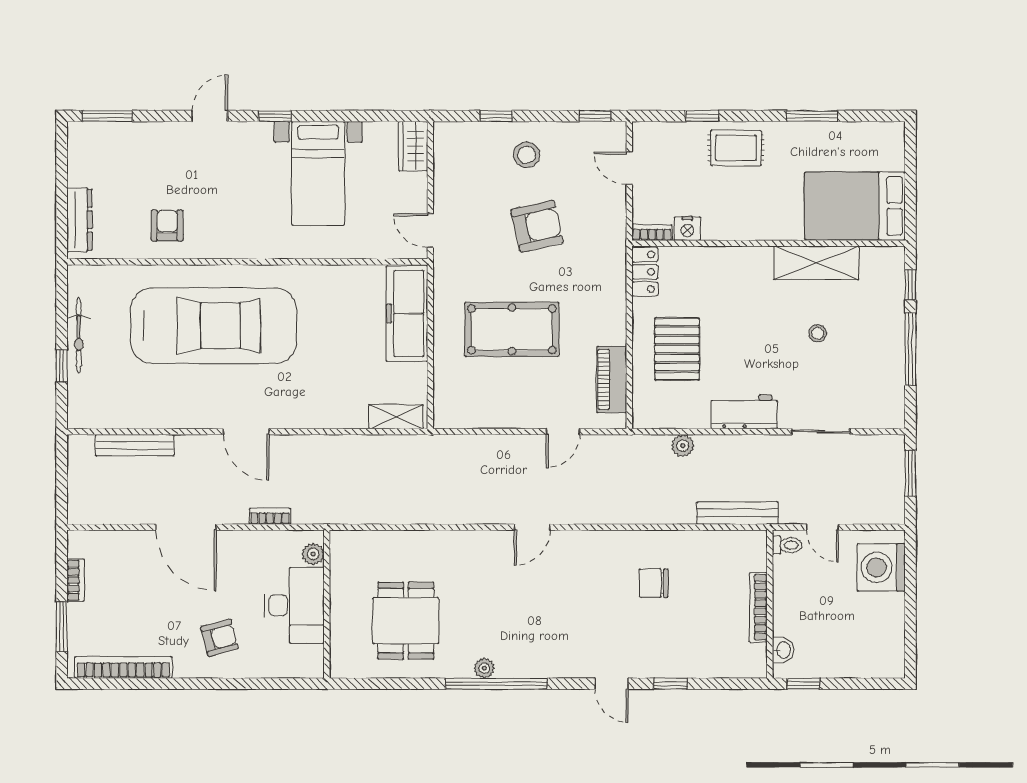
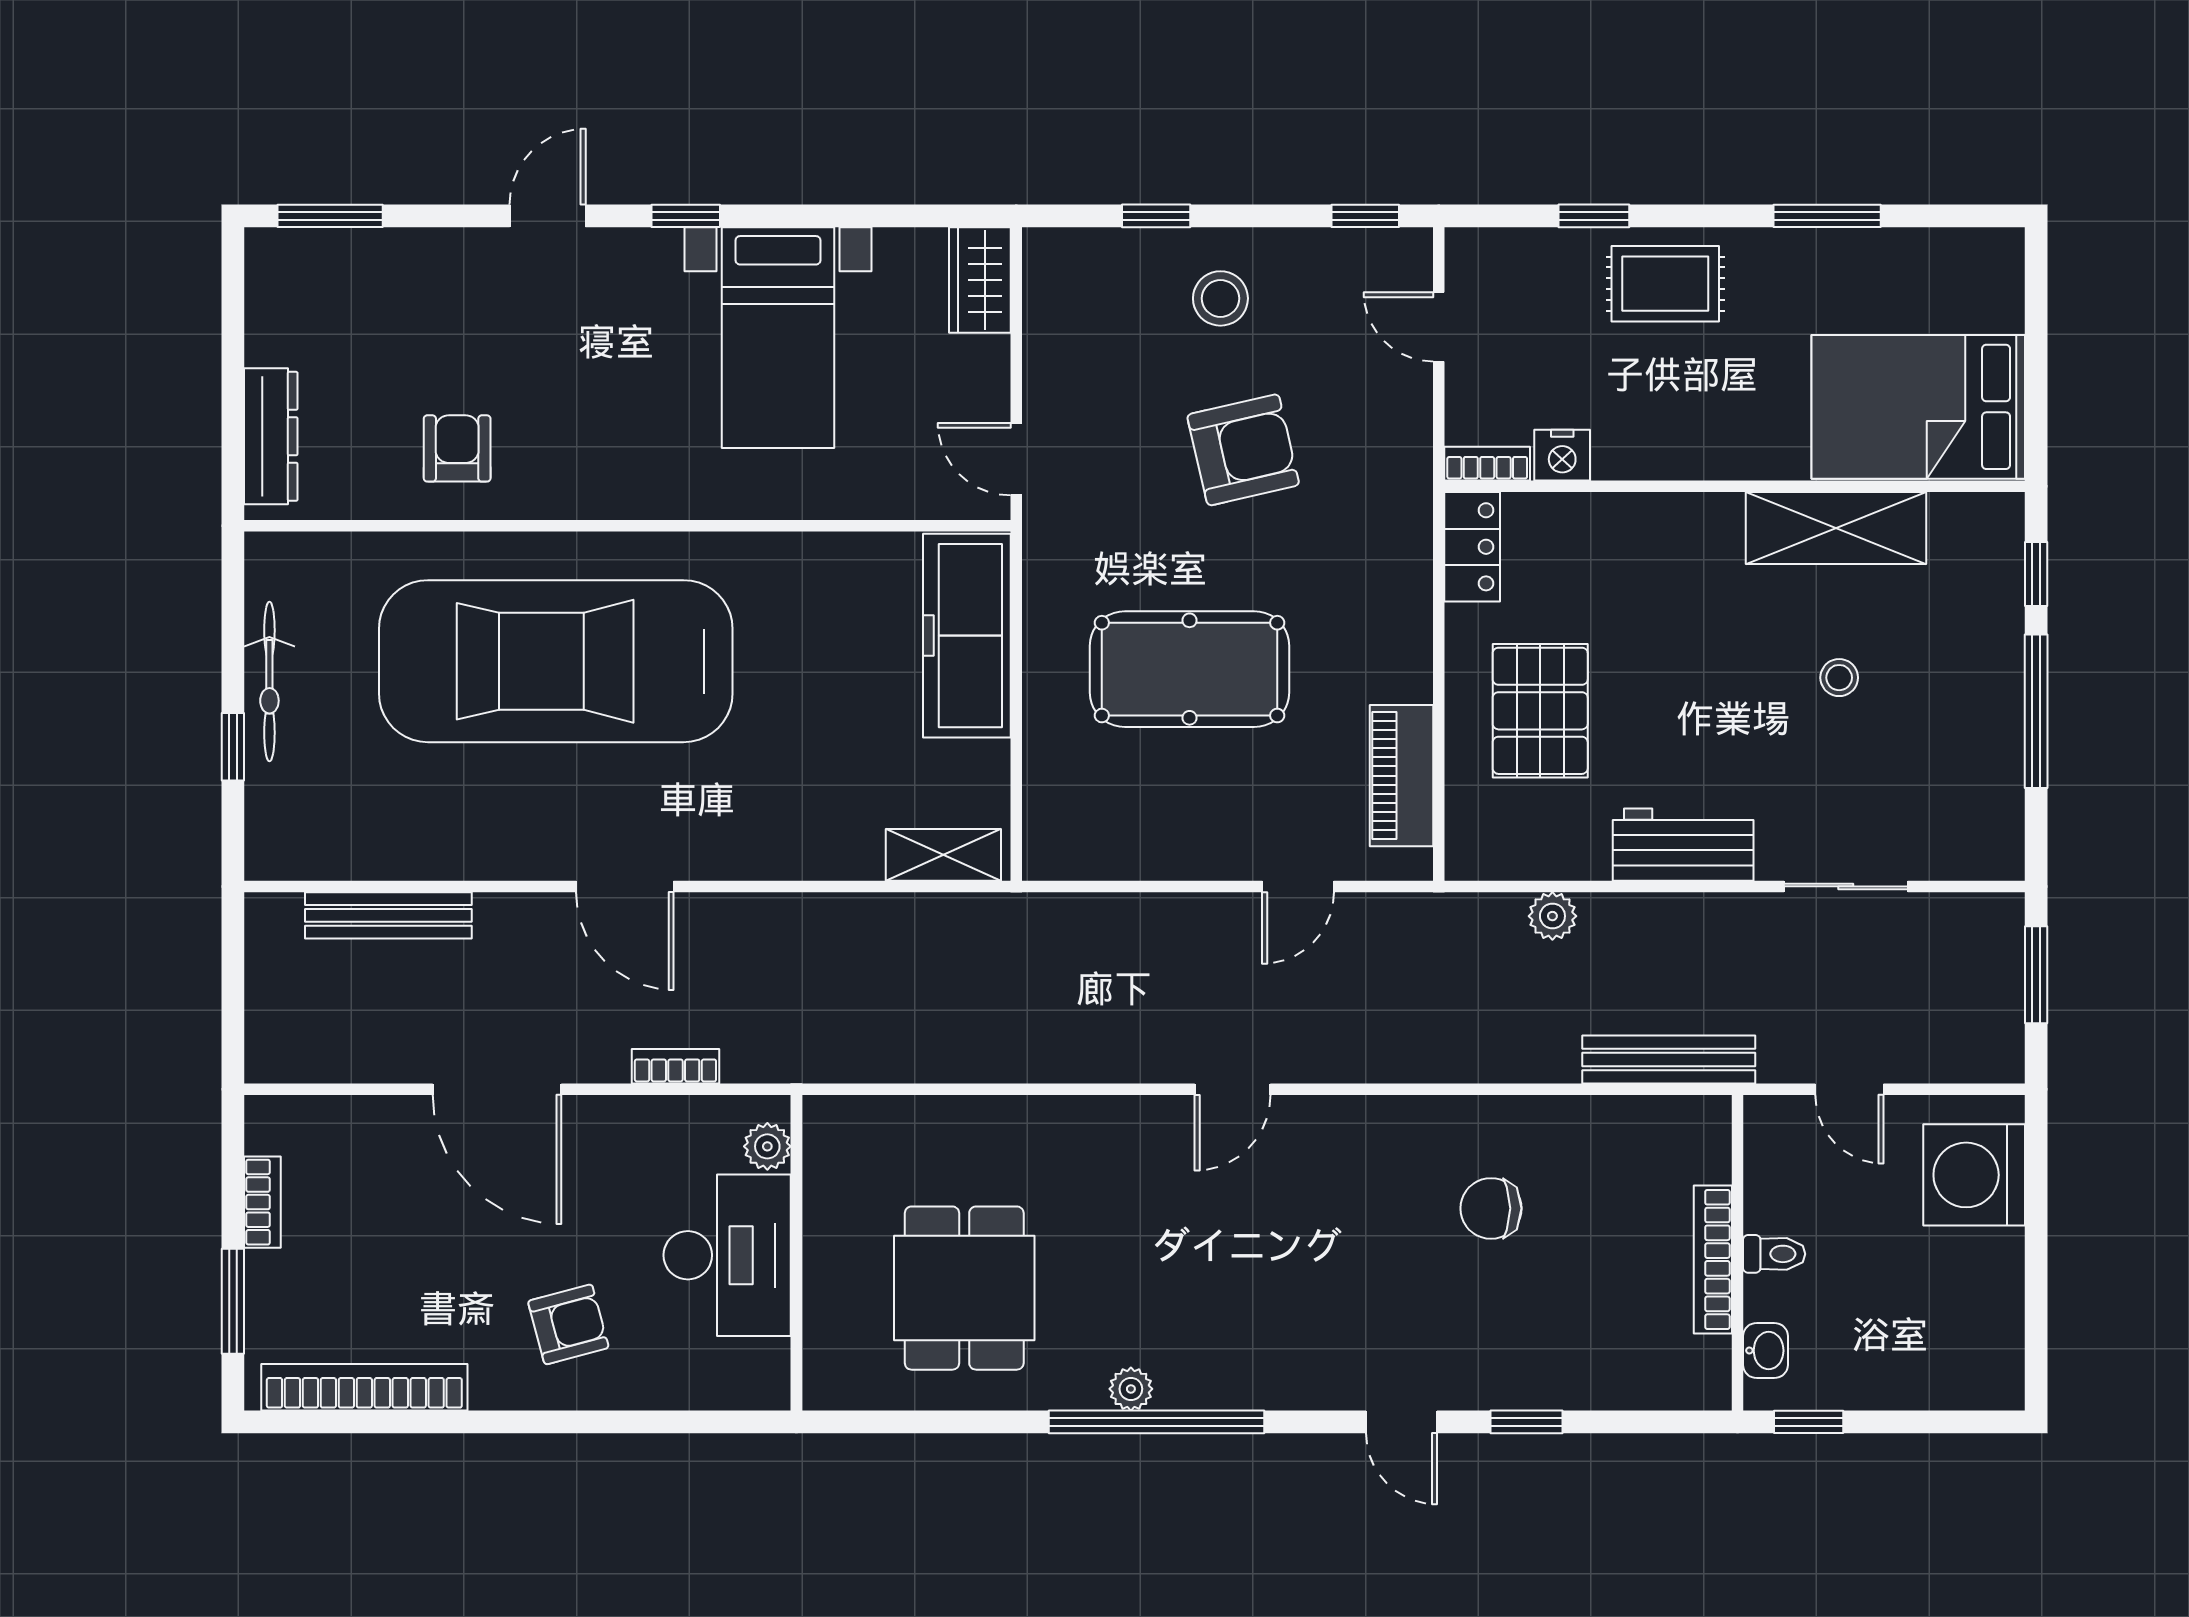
car: (214, 326) -> (556, 661), turned 180
toilet: (787, 545) -> (1774, 1254), moved

